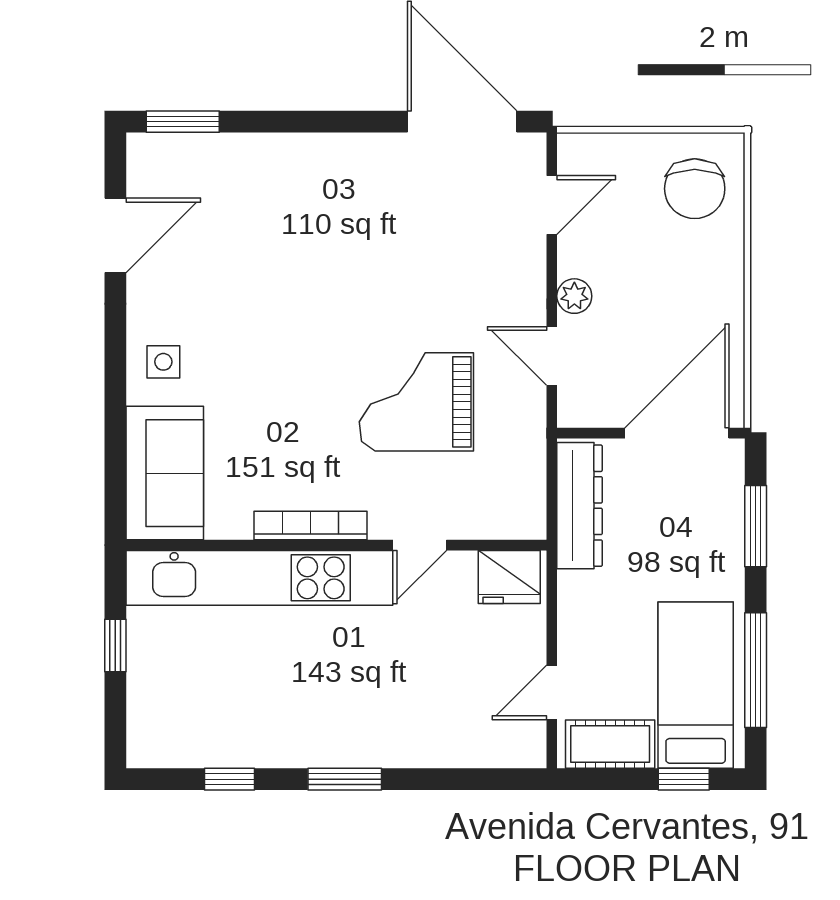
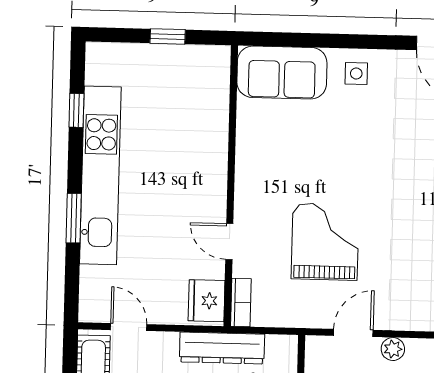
dresser: (579, 506) -> (222, 348), moved
bookcase: (311, 526) -> (241, 302), moved, width x0.64
kitchen unit: (259, 578) -> (100, 175), moved, turned 180
window: (345, 779) -> (74, 218), moved

